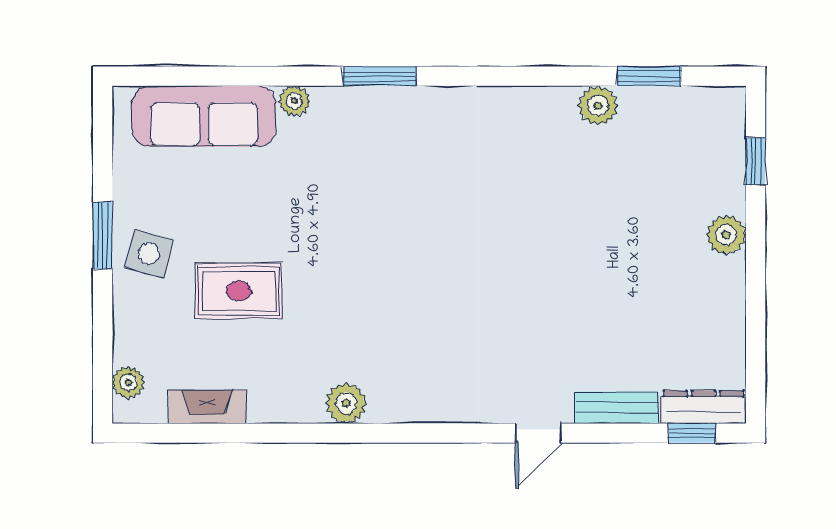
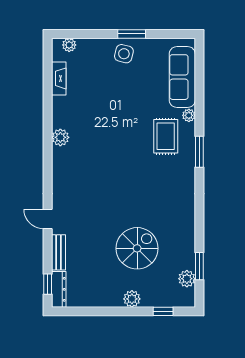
plant: (598, 106) -> (187, 279), moved
spiral stairs: (607, 223) -> (137, 248), added
rug: (239, 291) -> (166, 136), moved

